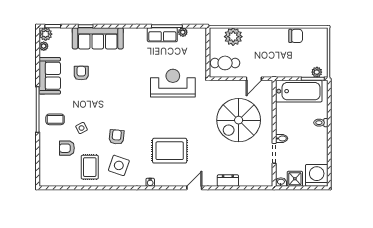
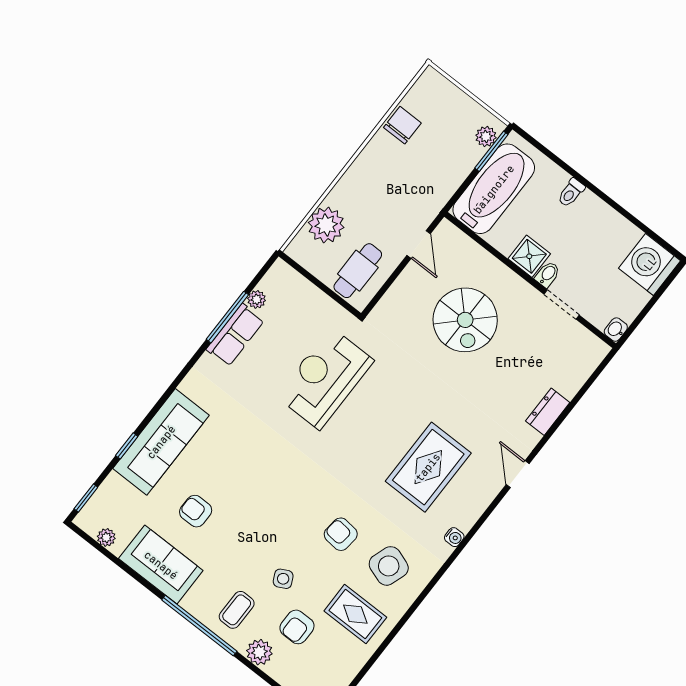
plant: (46, 34) -> (259, 652), moved
spiral stairs: (239, 120) -> (465, 320), width x0.73, depth x0.73
shower: (295, 179) -> (529, 256), moved

